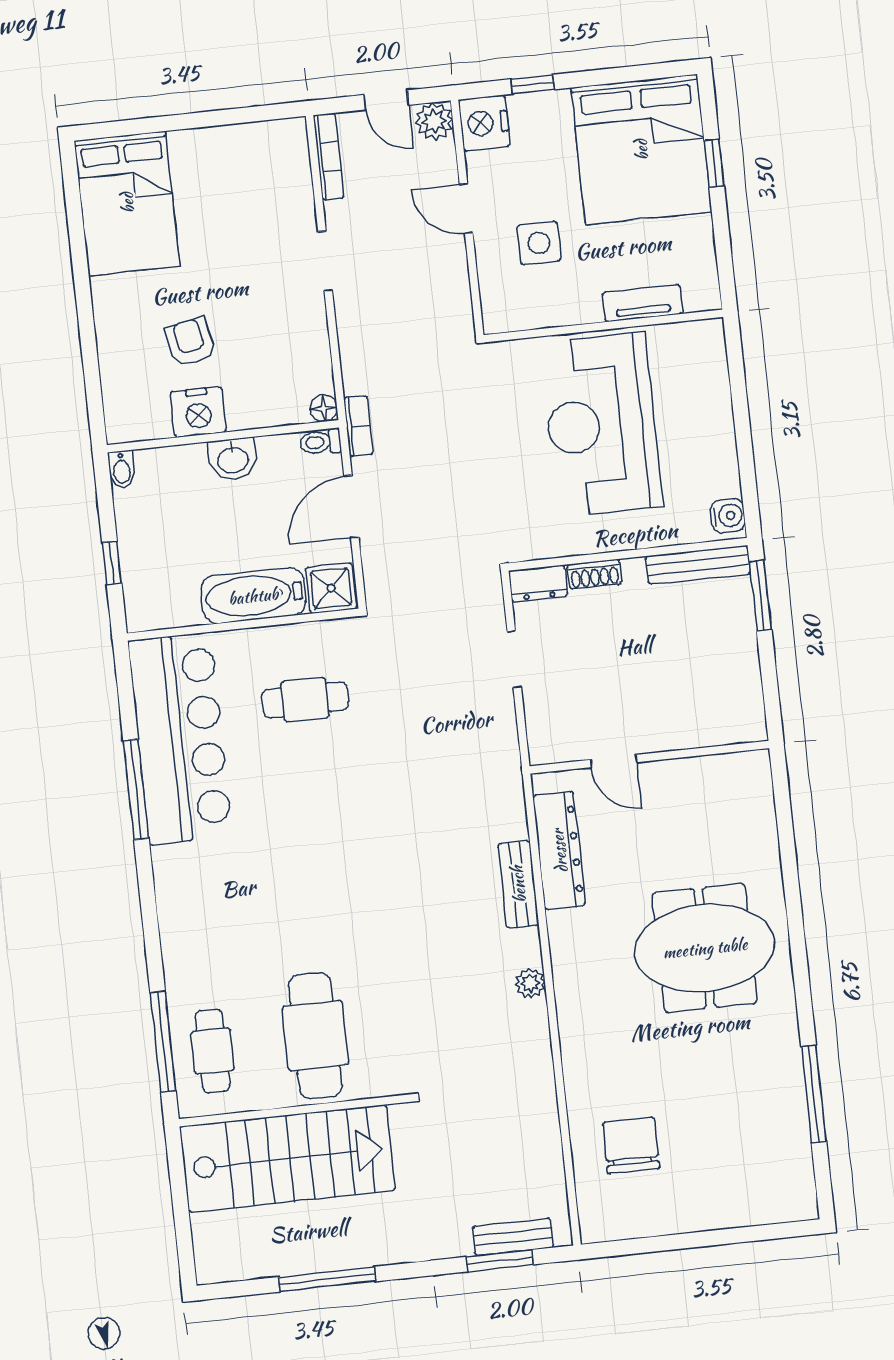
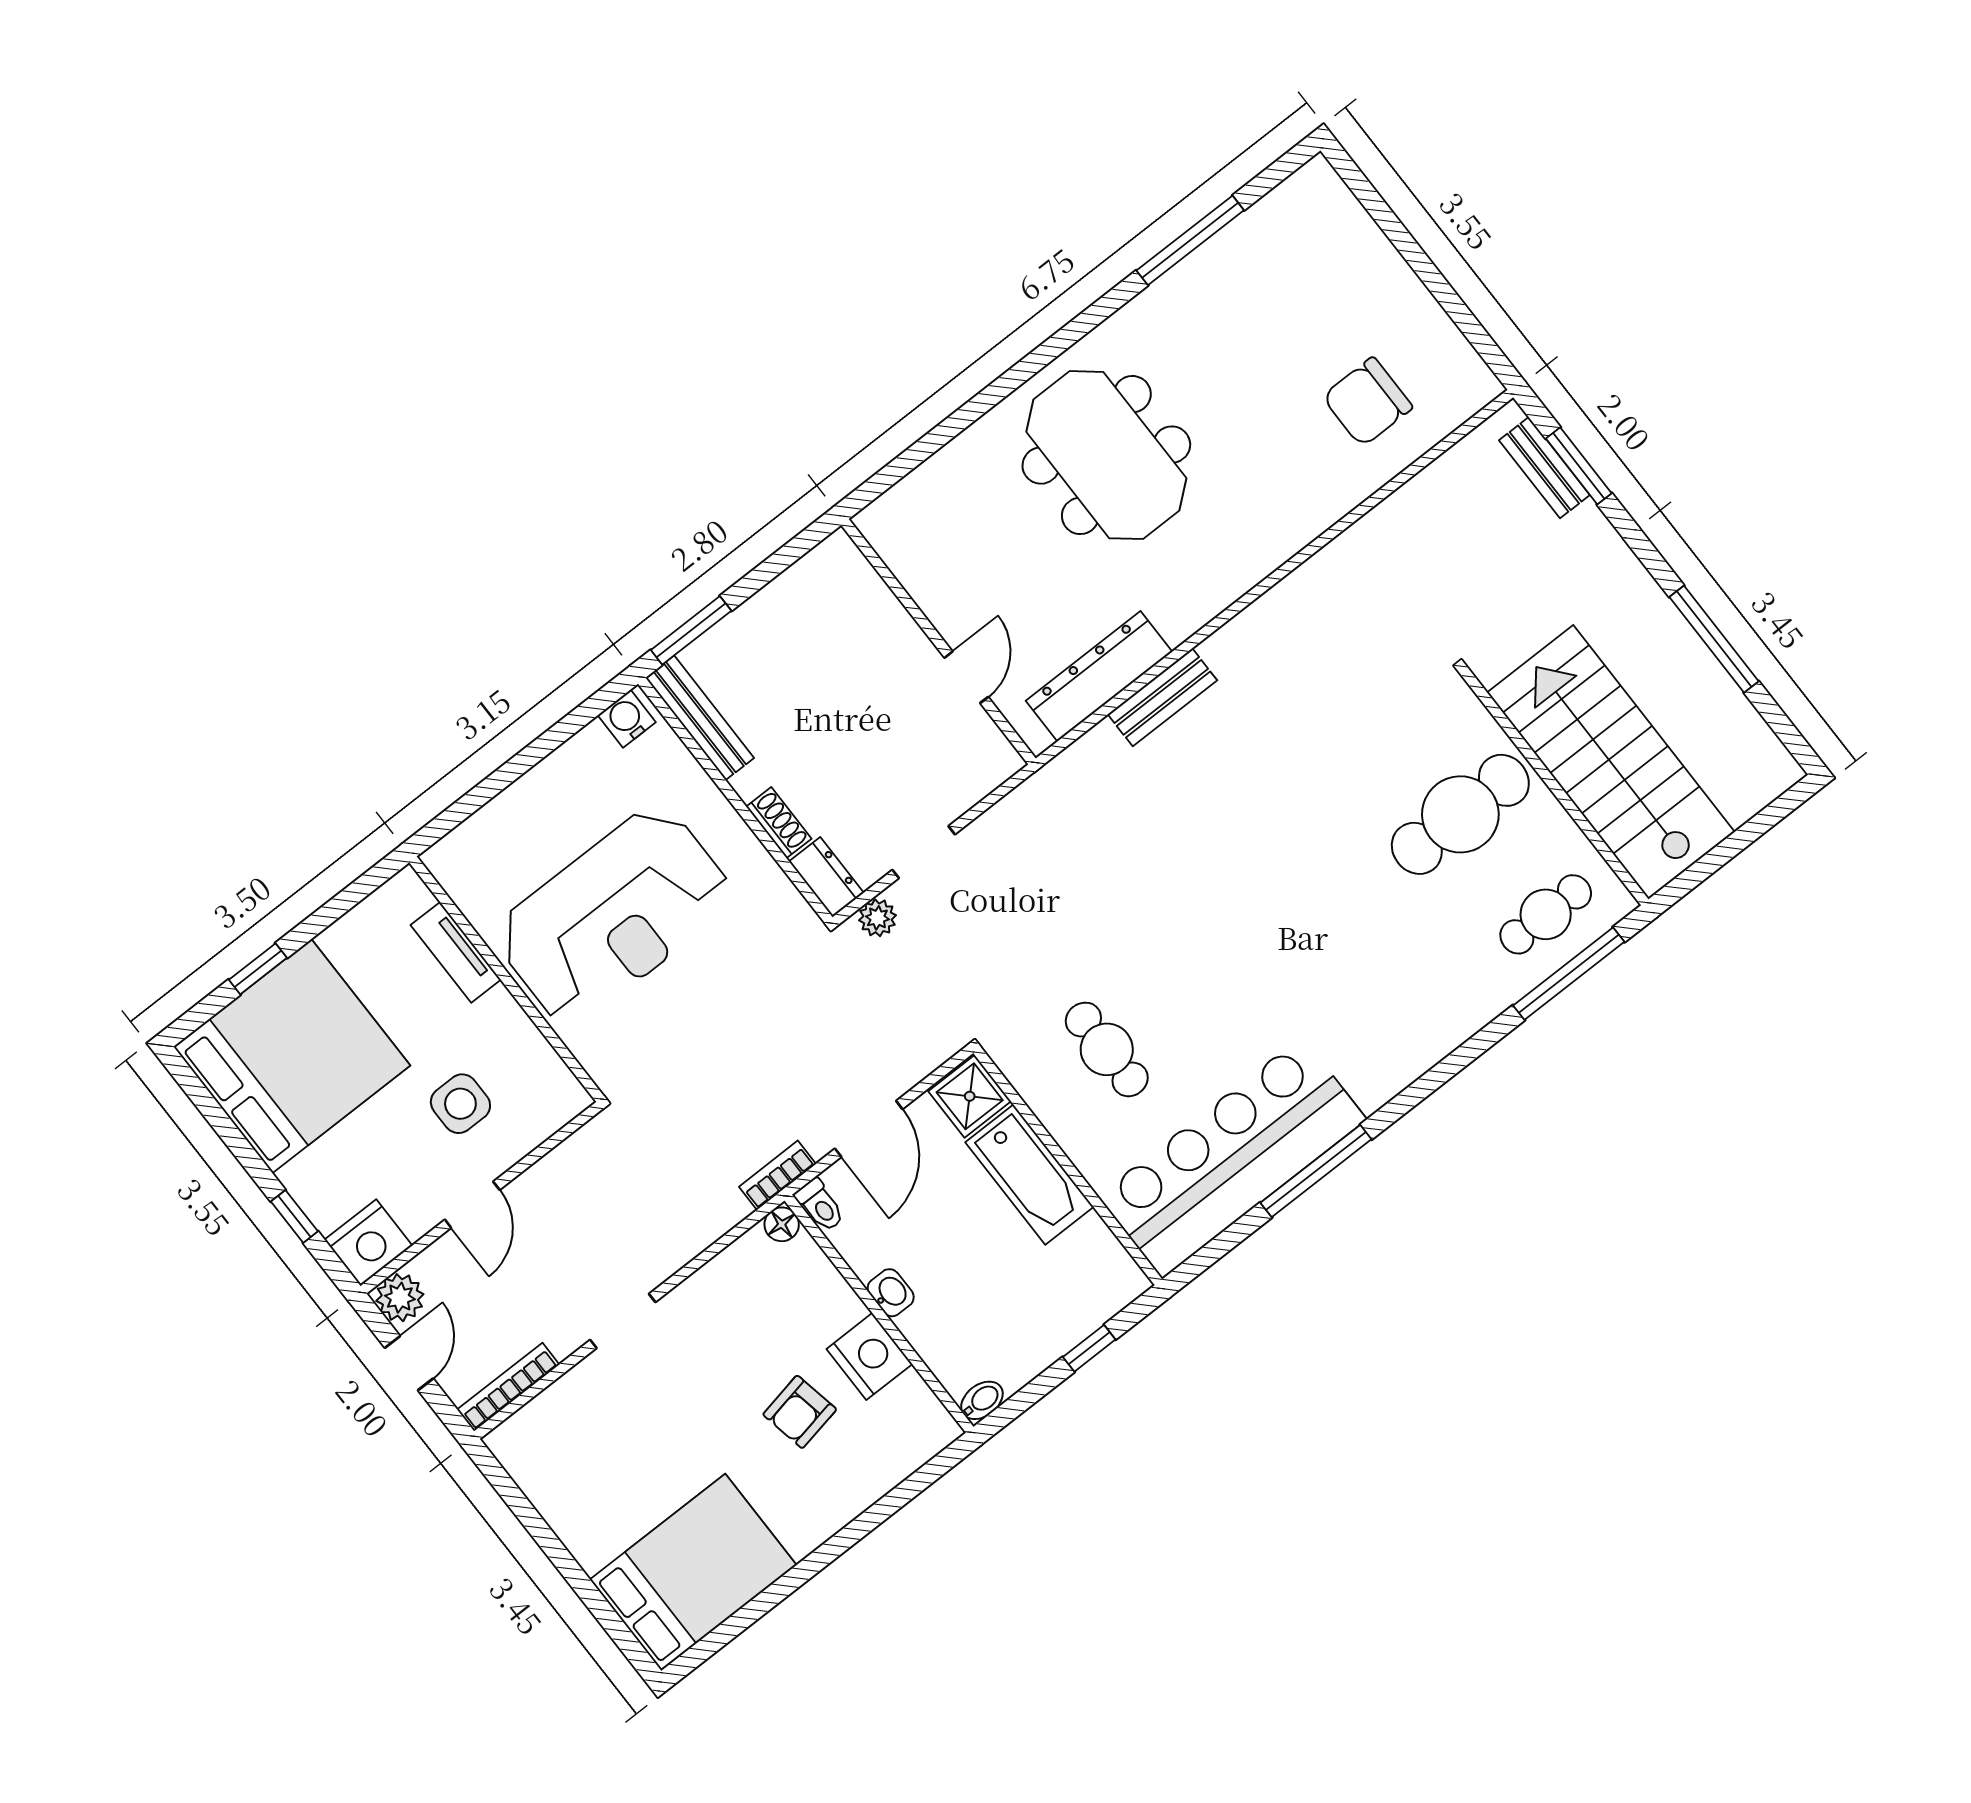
washbasin: (233, 459) -> (891, 1293), width x0.72, depth x0.69
door: (351, 507) -> (869, 1129), hinge flipped
plant: (530, 983) -> (877, 918), moved

